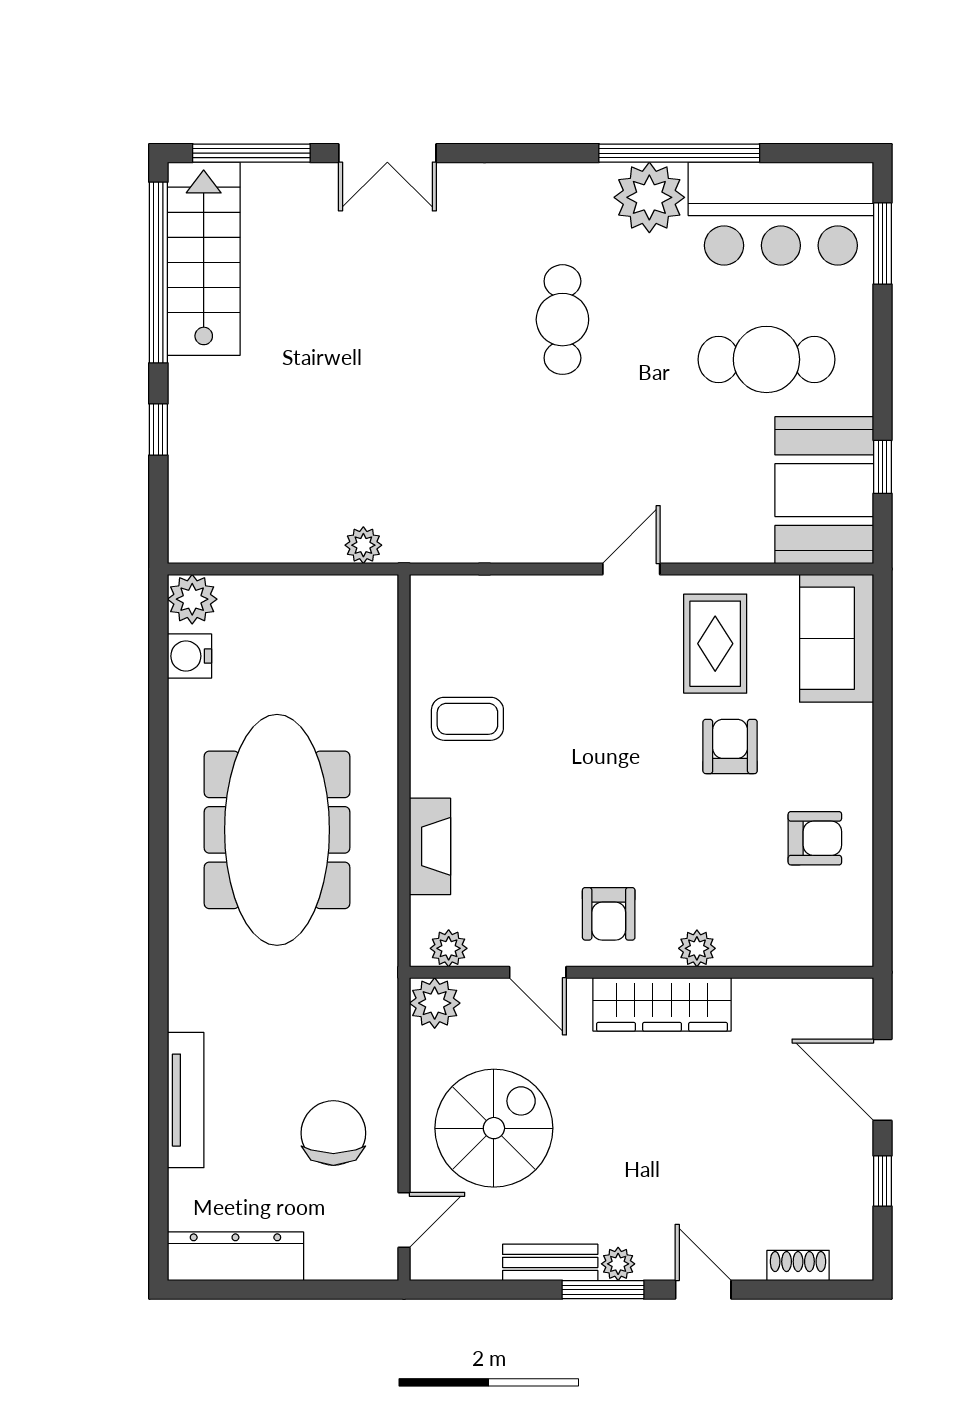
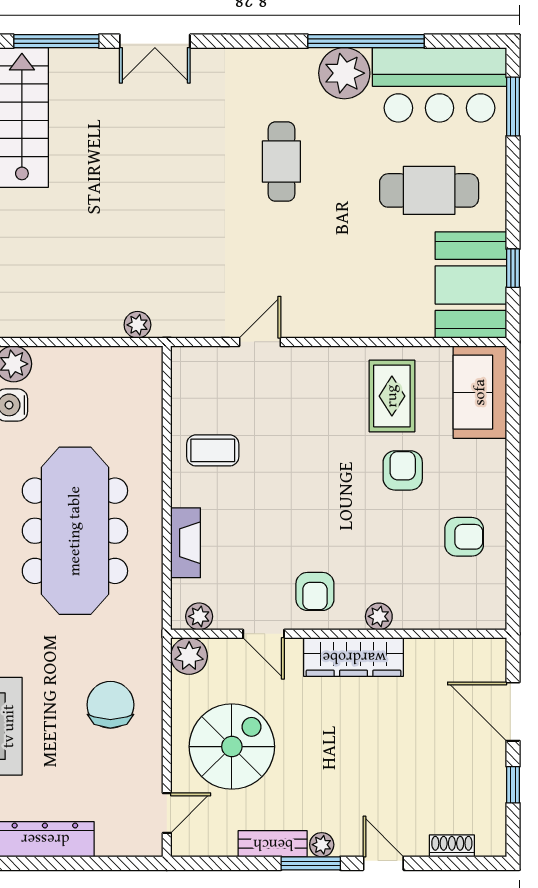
door: (631, 569) -> (260, 342), moved
chair: (333, 1133) -> (110, 705), moved

